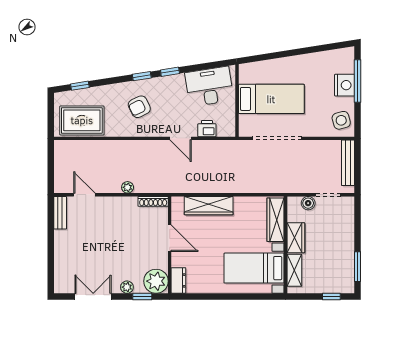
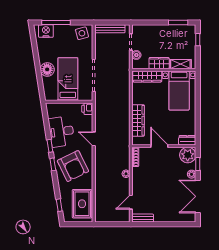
floor lamp: (286, 68) -> (47, 69), added
nightstand: (345, 85) -> (46, 31), moved
desk: (209, 87) -> (61, 131), moved
armchair: (139, 107) -> (73, 166), width x1.88, depth x1.88
printer: (207, 129) -> (87, 109), moved
door: (181, 138) -> (94, 139), swing flipped
door: (170, 238) -> (159, 146), hinge flipped
double door: (93, 296) -> (198, 196), width x1.37

